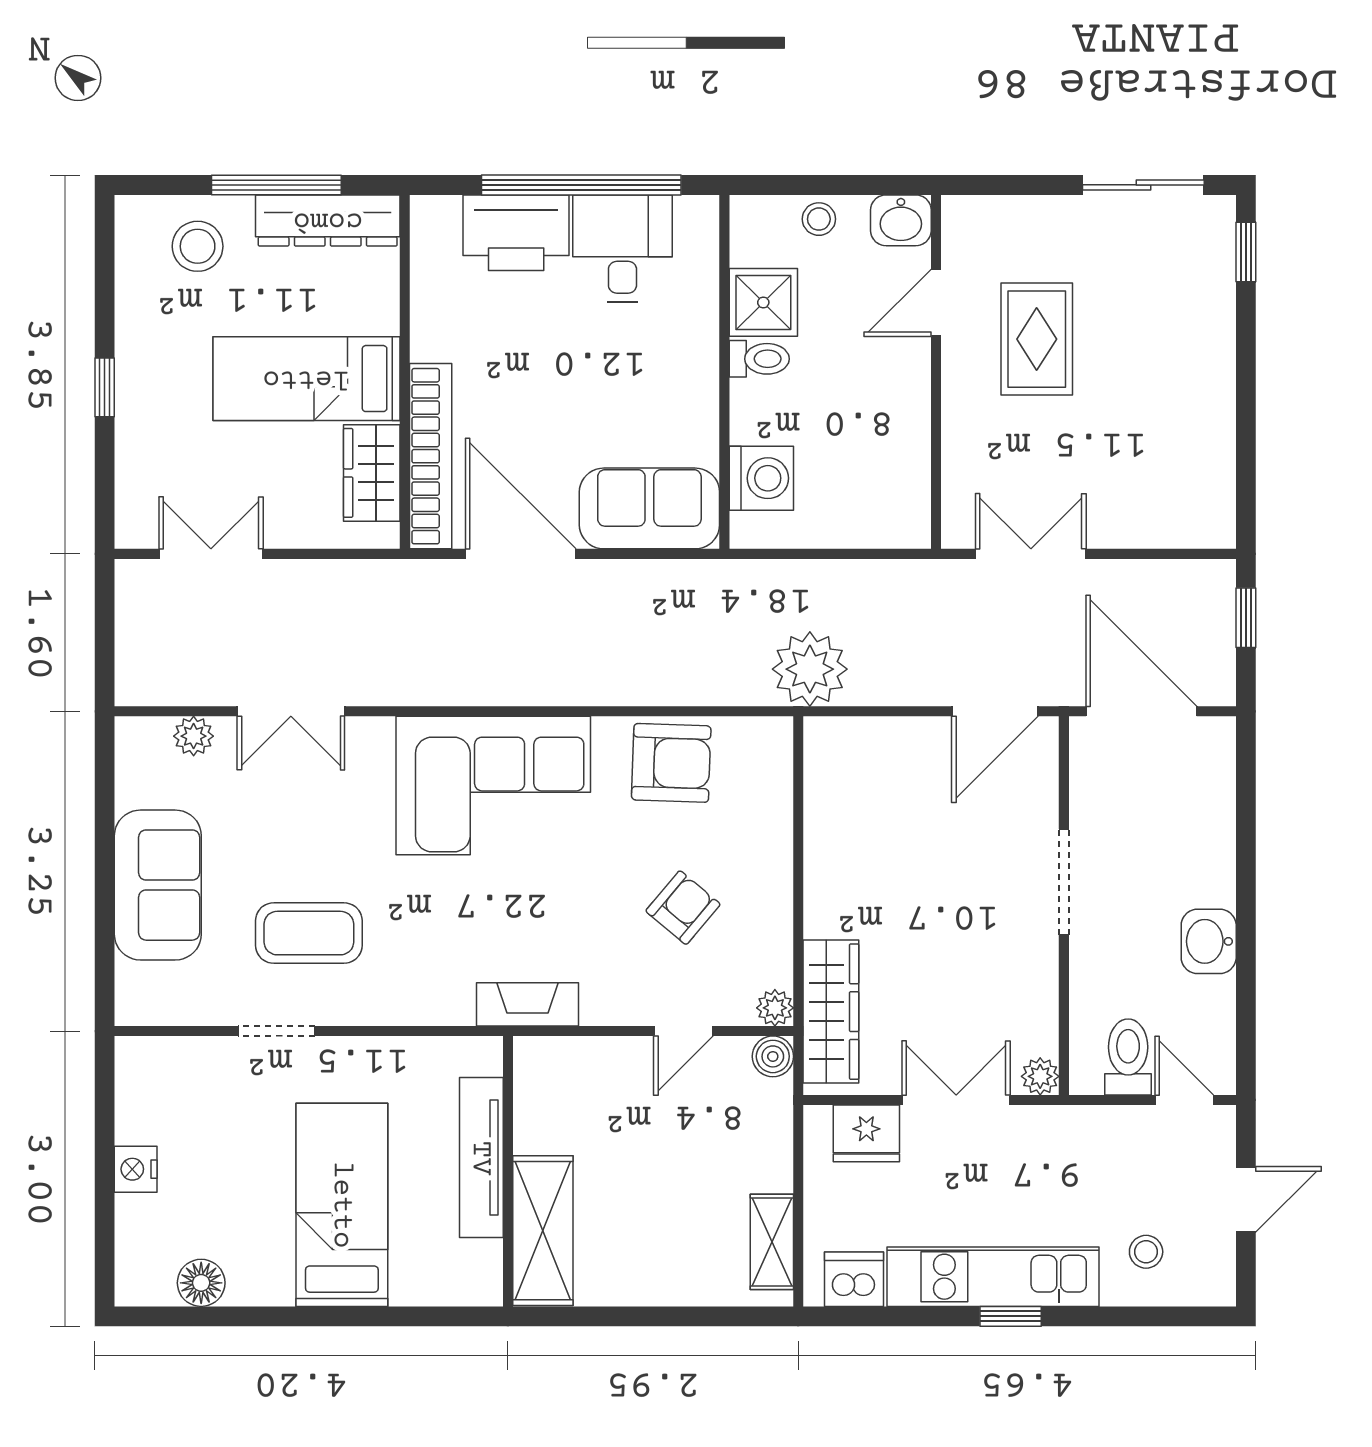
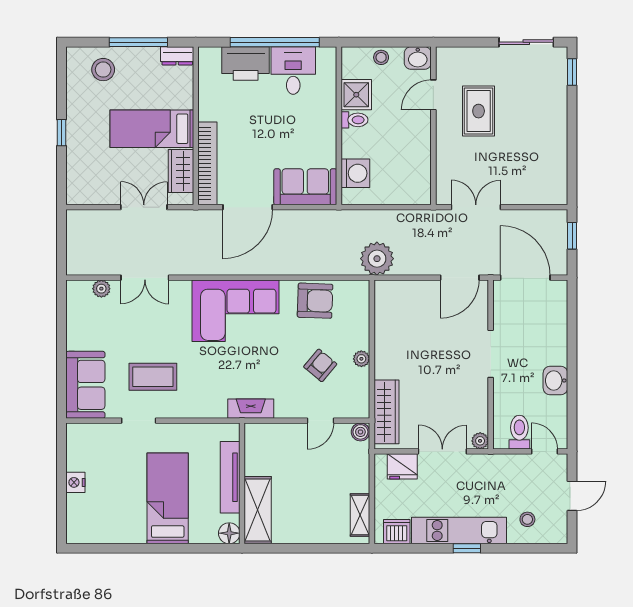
dresser: (328, 221) -> (177, 56), width x0.51, depth x0.80
double door: (211, 554) -> (144, 207), moved
door: (521, 554) -> (248, 207), swing flipped
sofa: (158, 885) -> (85, 385), moved
plant: (775, 1008) -> (361, 359), moved
floor lamp: (201, 1283) -> (229, 533), moved

